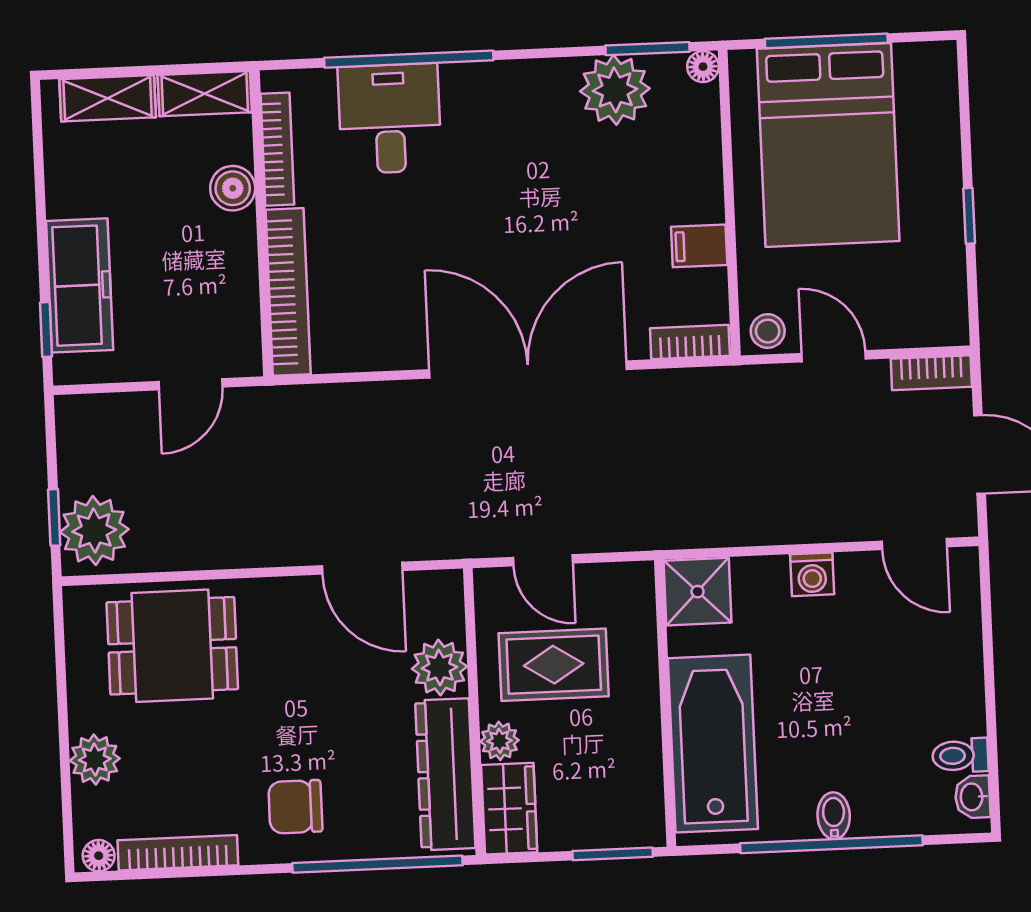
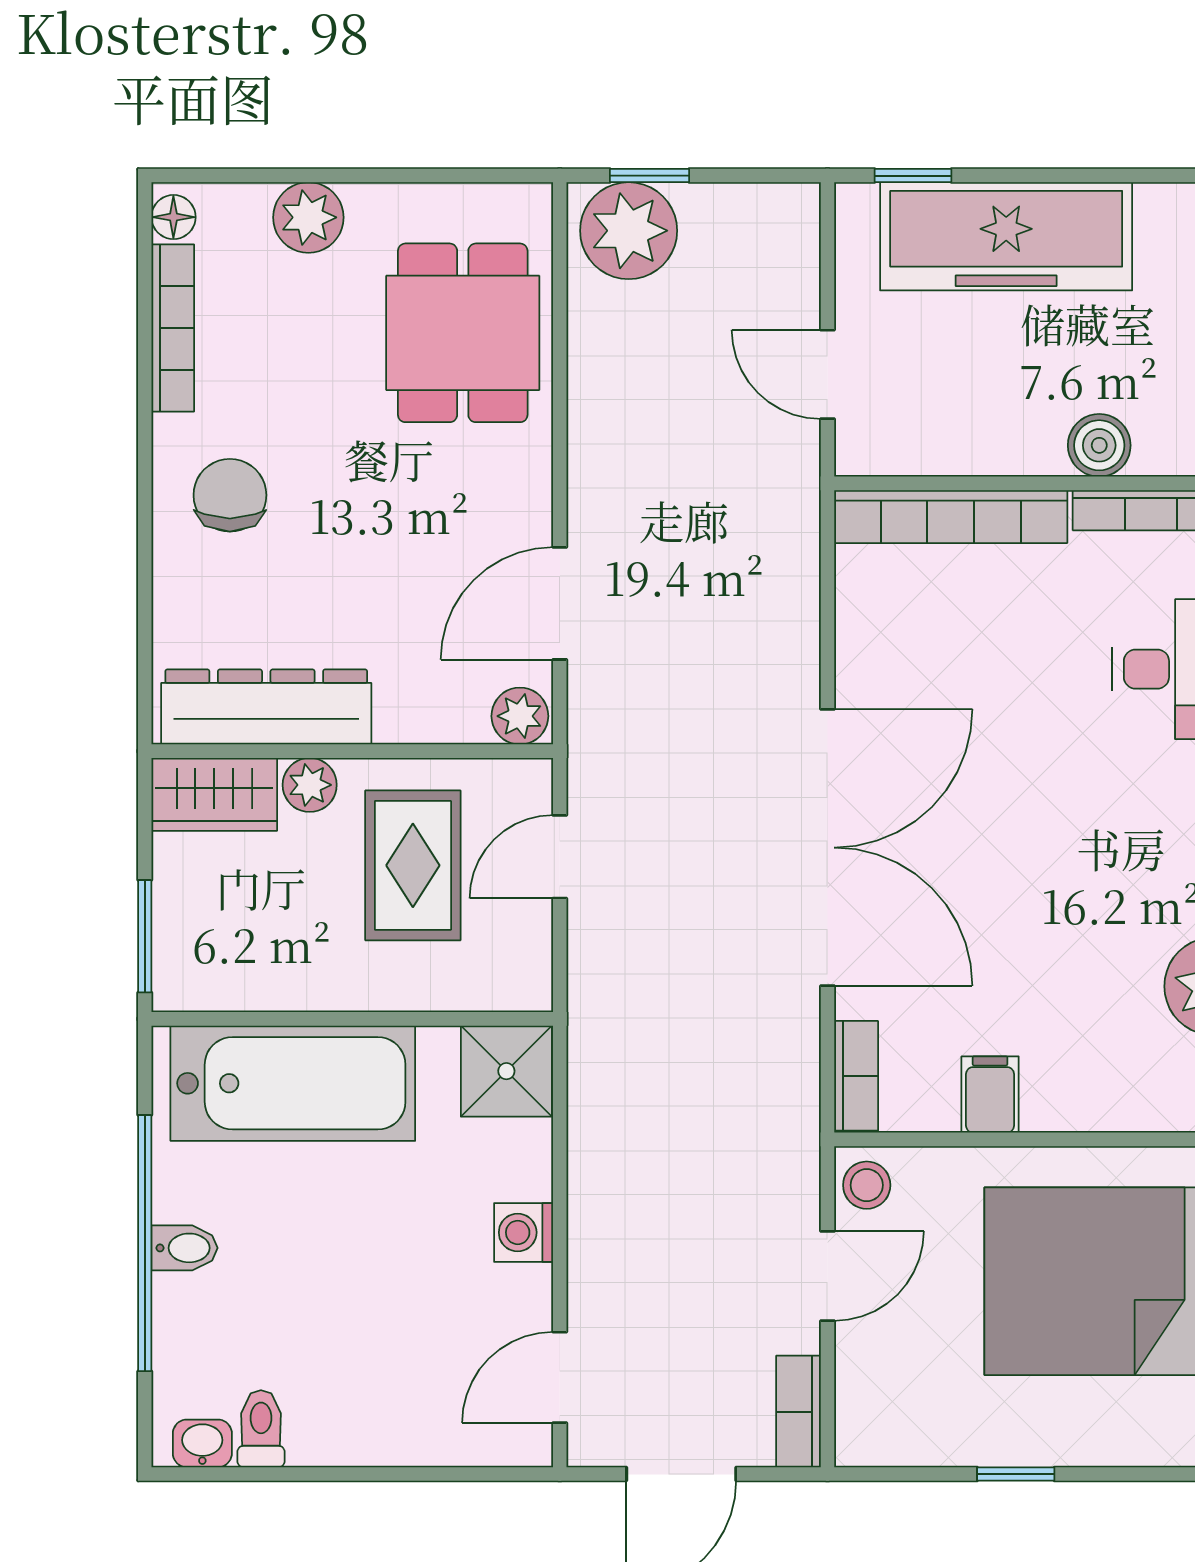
freezer: (80, 285) -> (1006, 236), width x1.36, depth x1.26
plant: (439, 668) -> (520, 716), moved, width x0.73, depth x0.73
window: (377, 864) -> (145, 607), removed

